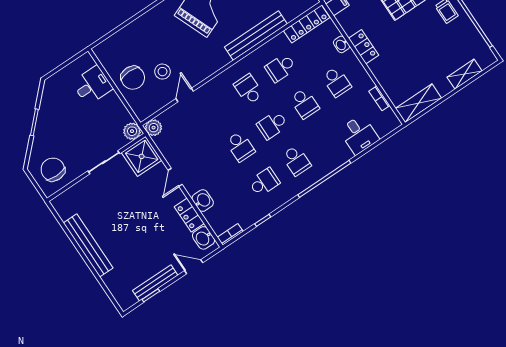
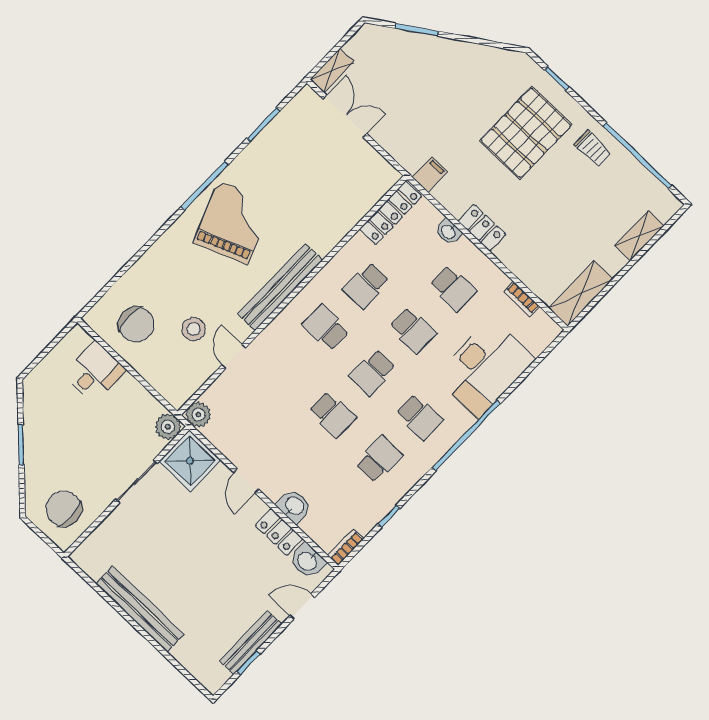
bench: (256, 35) -> (280, 287), moved
chair: (133, 78) -> (136, 324), moved
desk: (359, 135) -> (485, 368), width x1.87, depth x1.30

